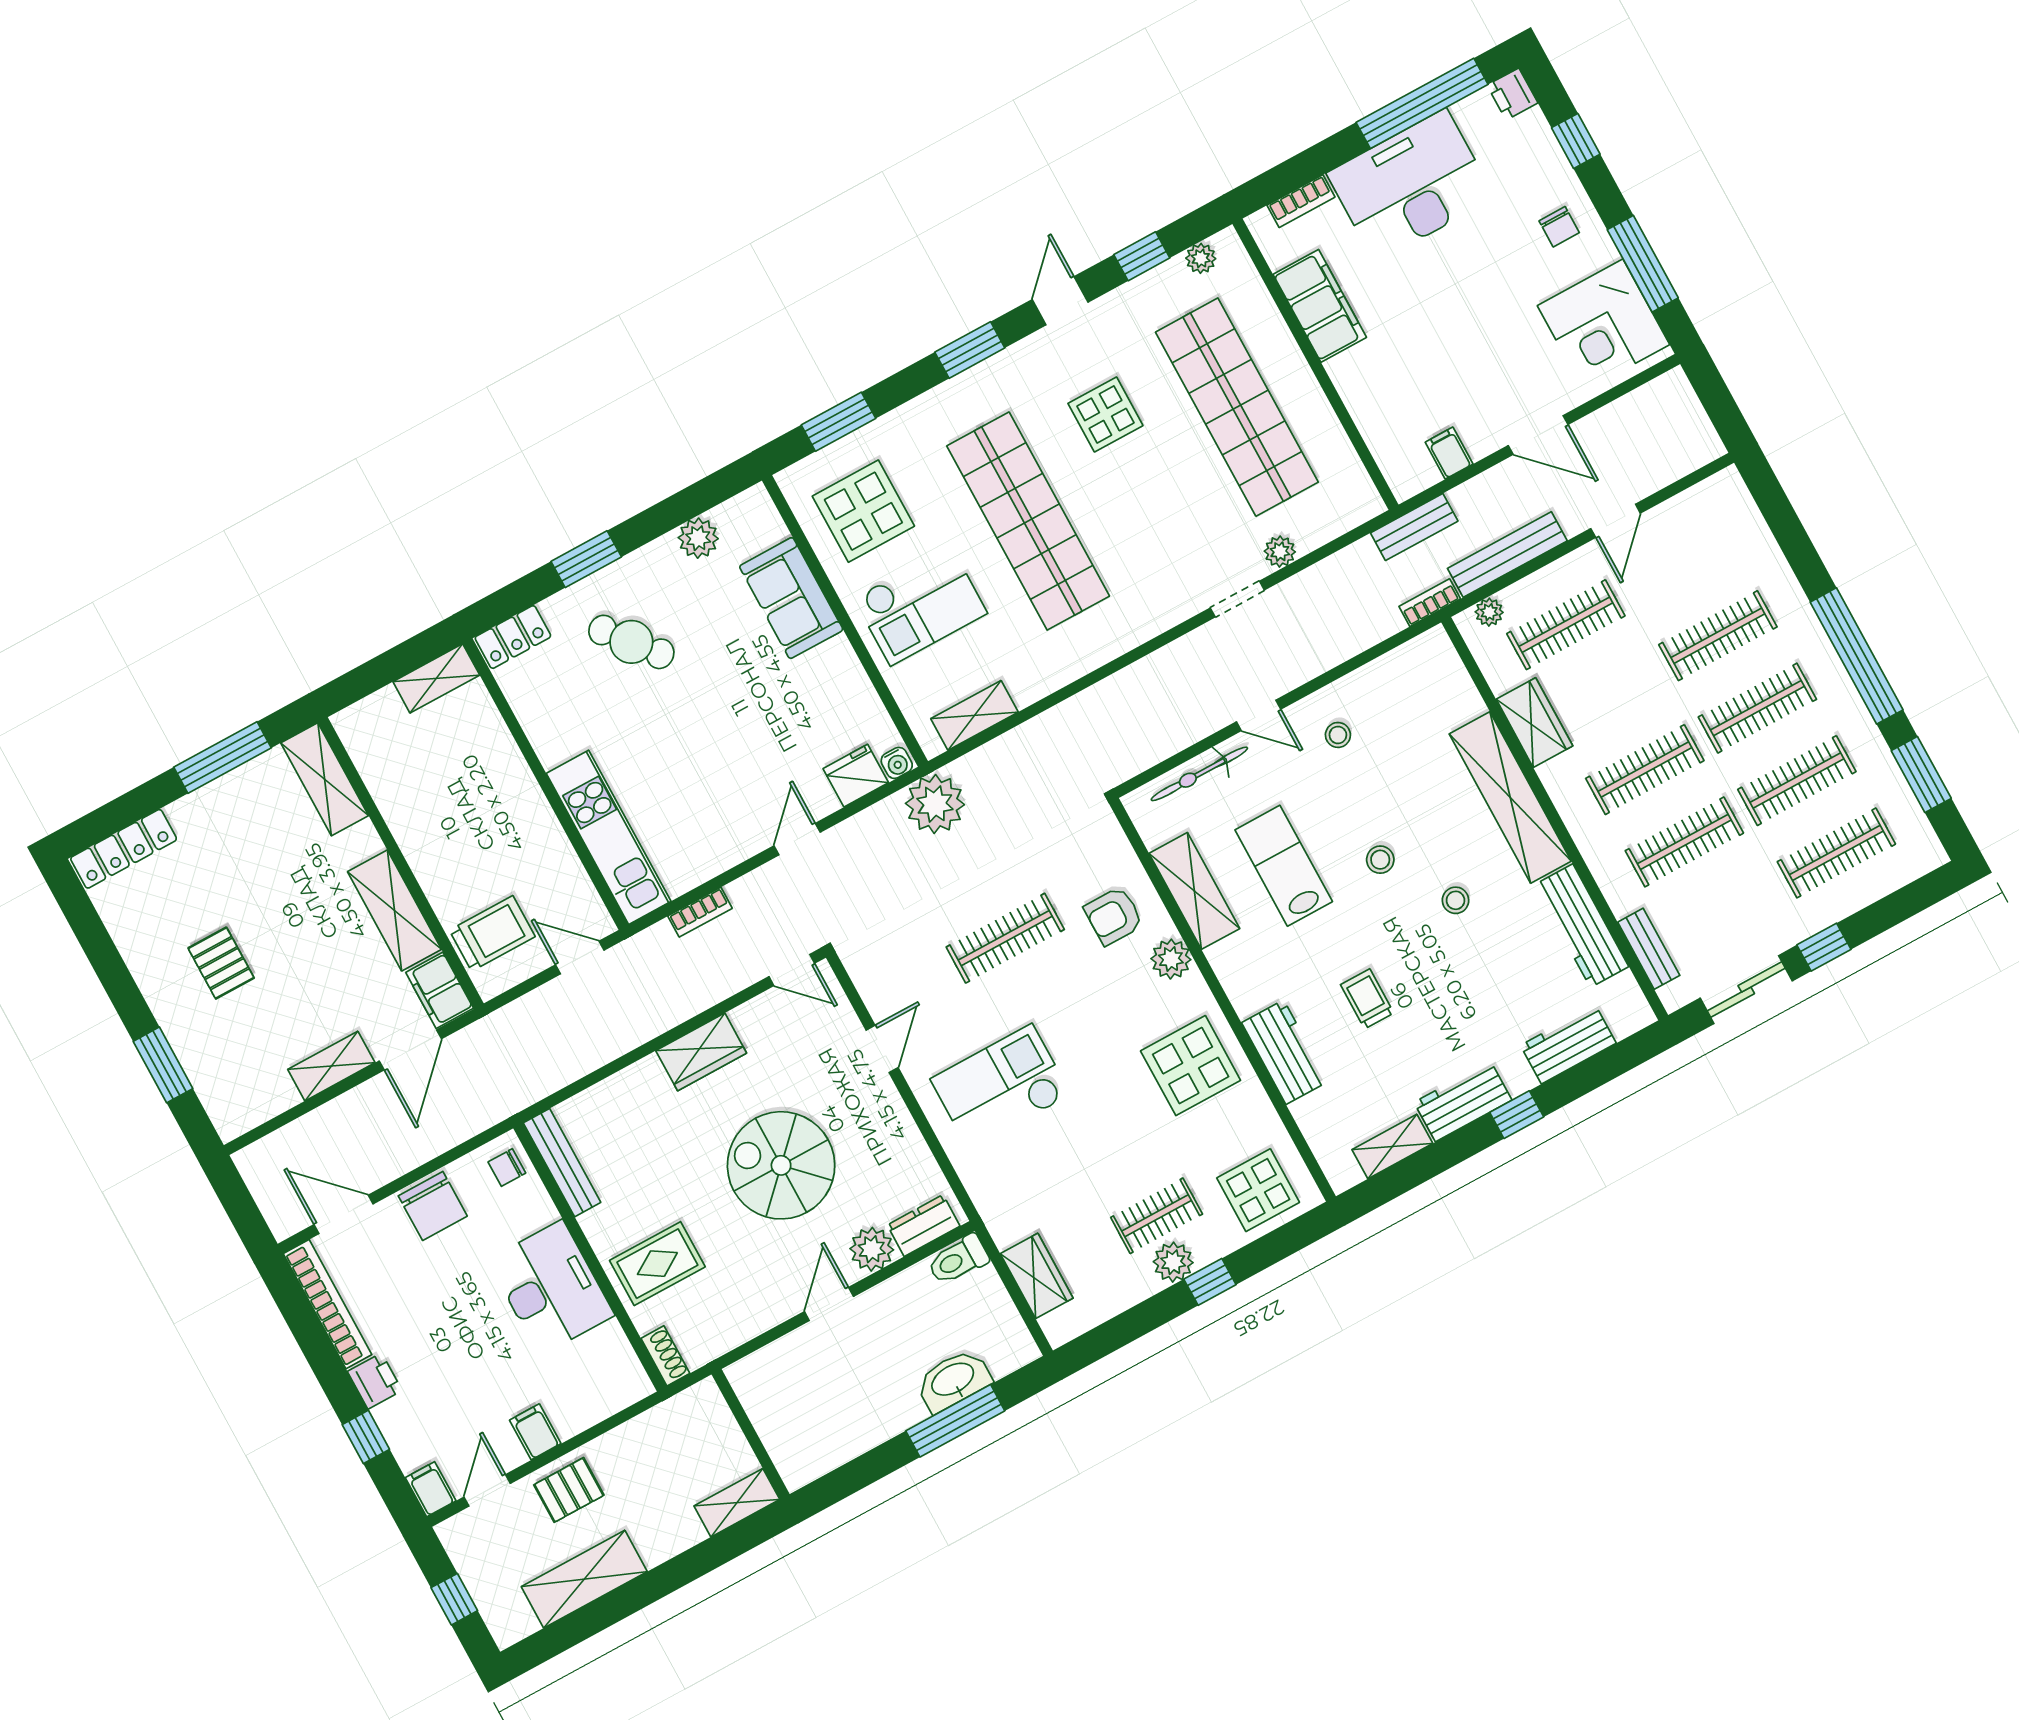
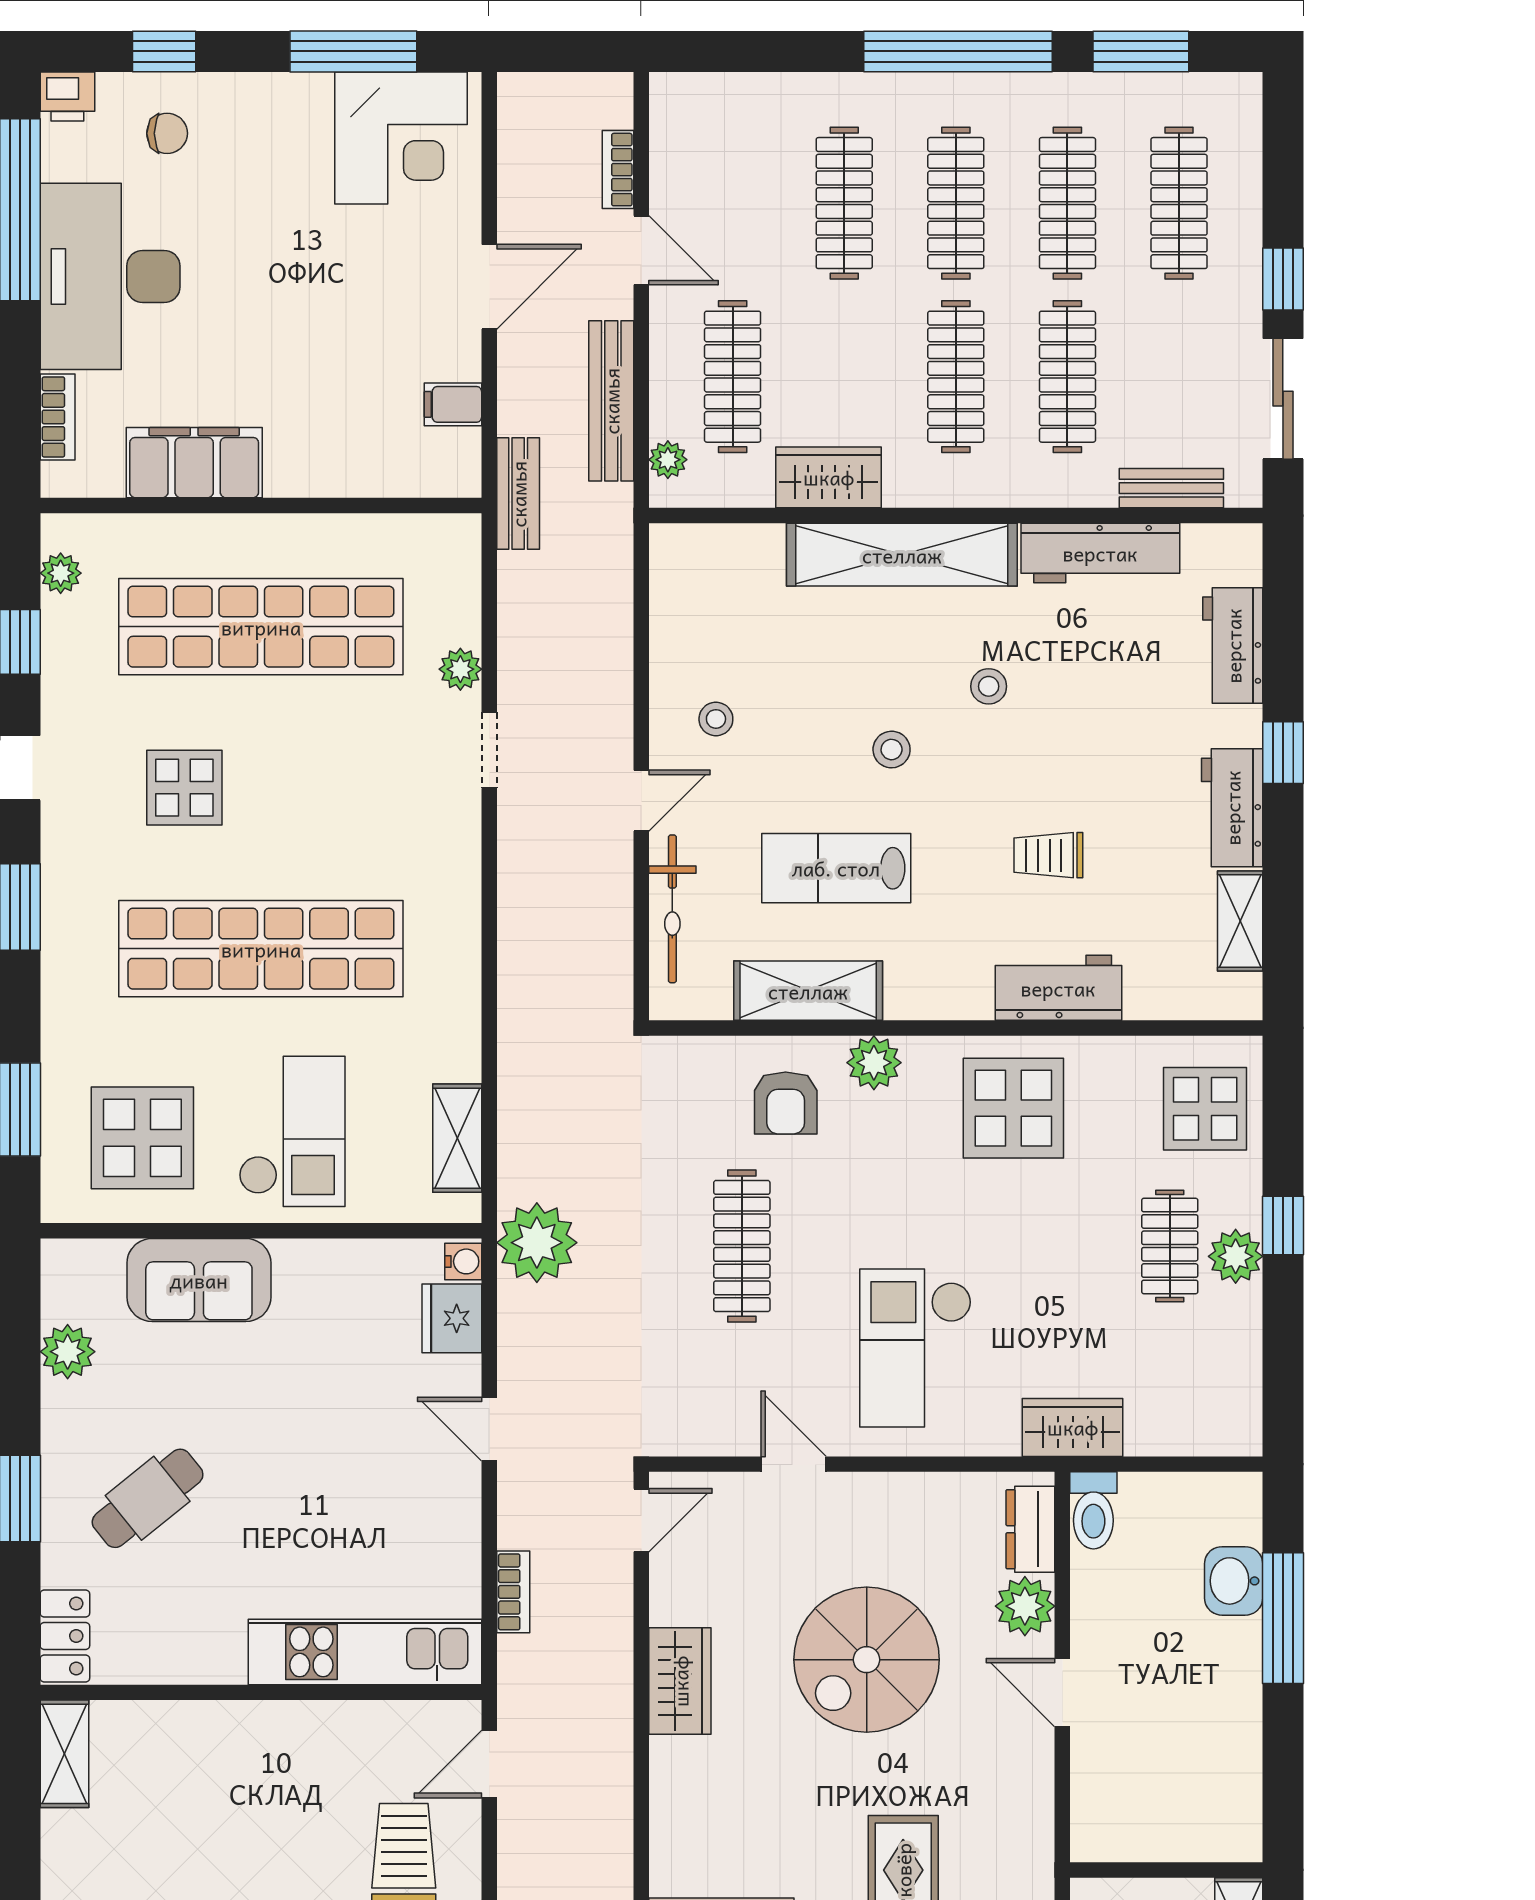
chair: (1559, 227) -> (167, 133), moved
bookcase: (1430, 603) -> (618, 170), moved
wardrobe: (1037, 1276) -> (1073, 1427), moved
washbasin: (953, 1380) -> (1234, 1581), width x0.72

